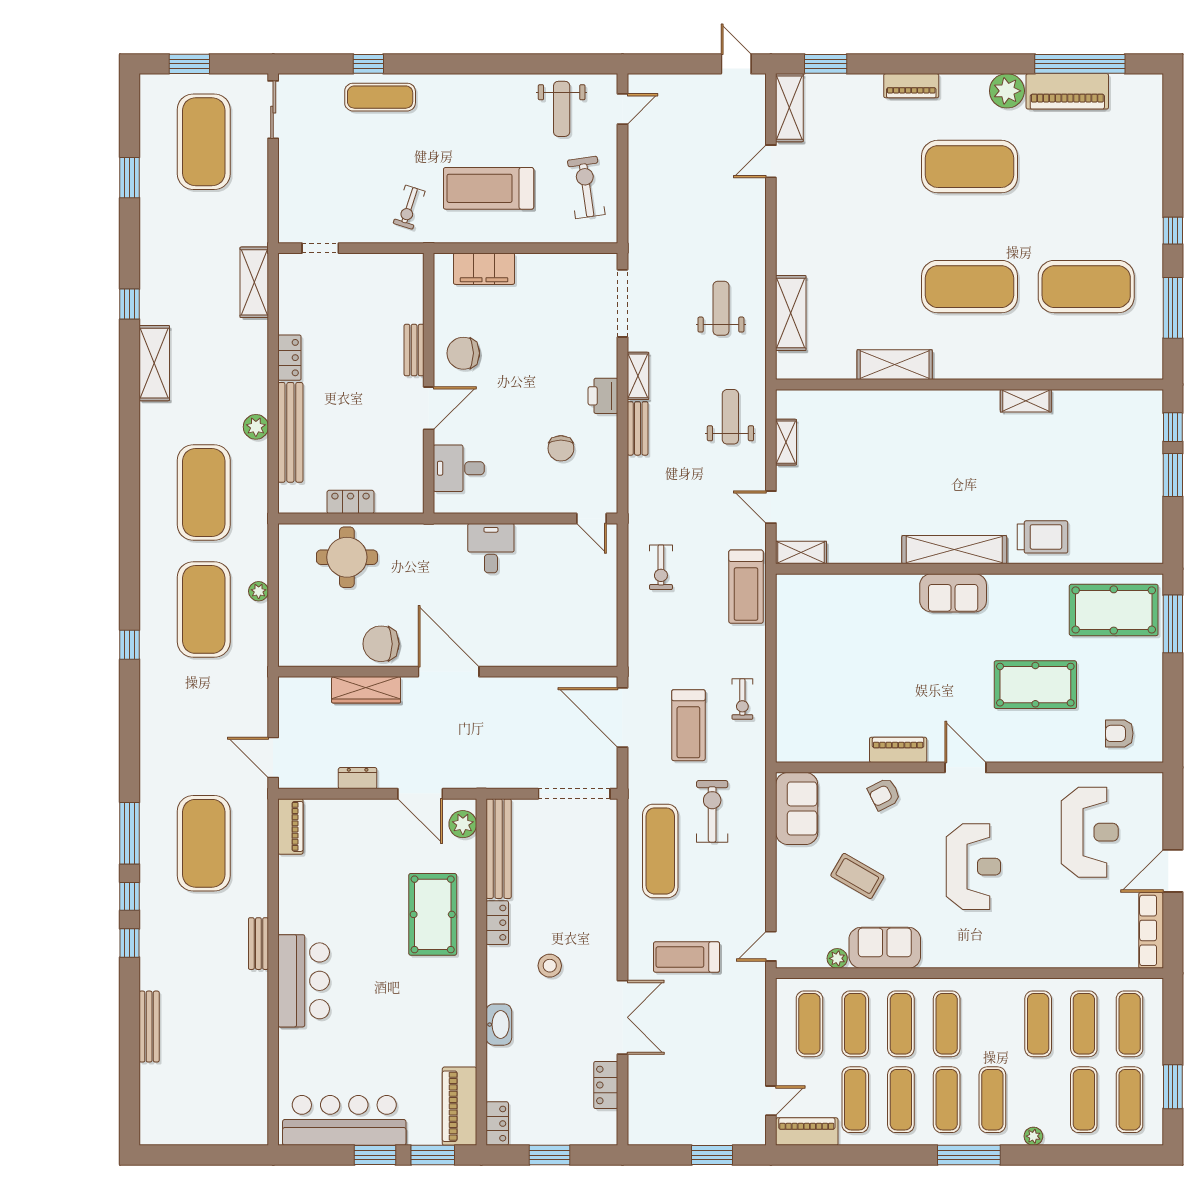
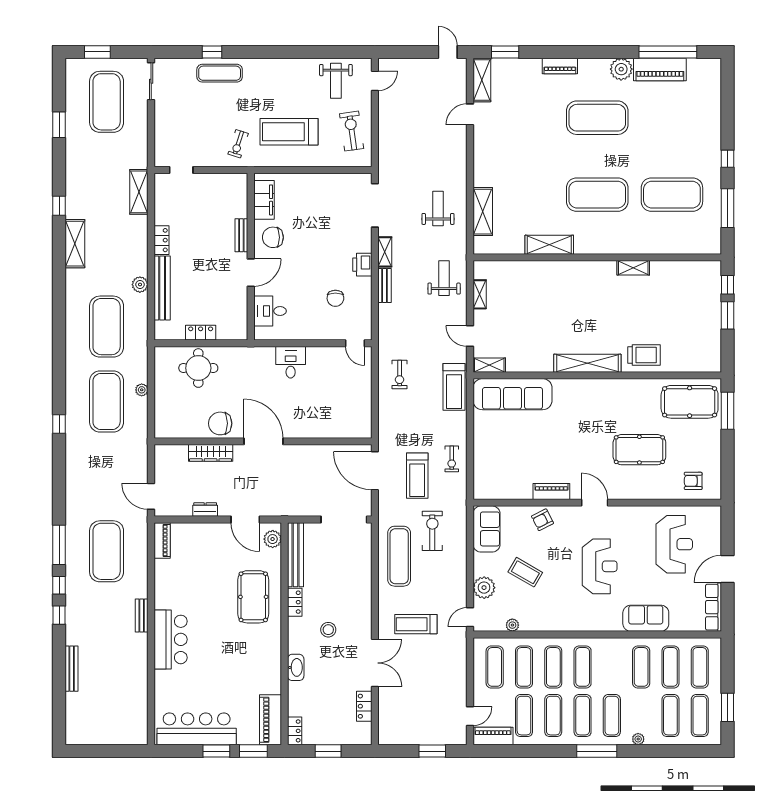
filing cabinet: (484, 269) -> (264, 200), moved, turned -90
sofa: (953, 593) -> (512, 394), moved, width x1.85, depth x1.27
plant: (793, 900) -> (484, 588), added
sofa: (885, 948) -> (646, 618), moved

